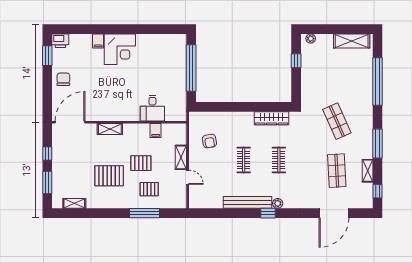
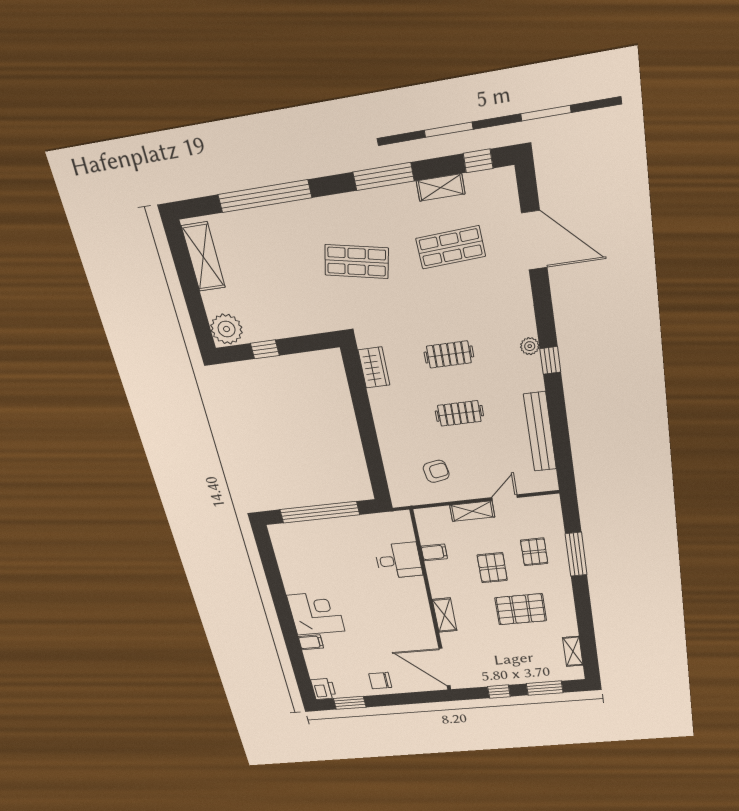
plant: (311, 39) -> (227, 329), width x1.88, depth x1.88
wardrobe: (271, 118) -> (374, 367), width x0.67
shop shelf: (337, 121) -> (357, 262), turned 36
pallet: (109, 176) -> (521, 609), turned 90
bench: (248, 202) -> (540, 432), moved

